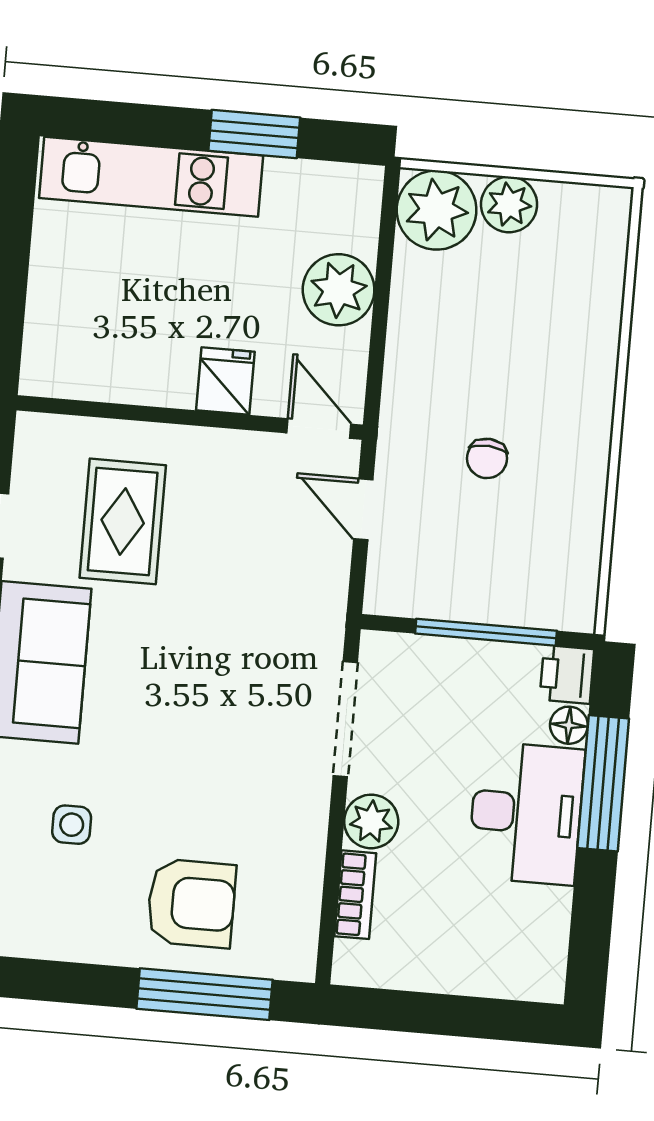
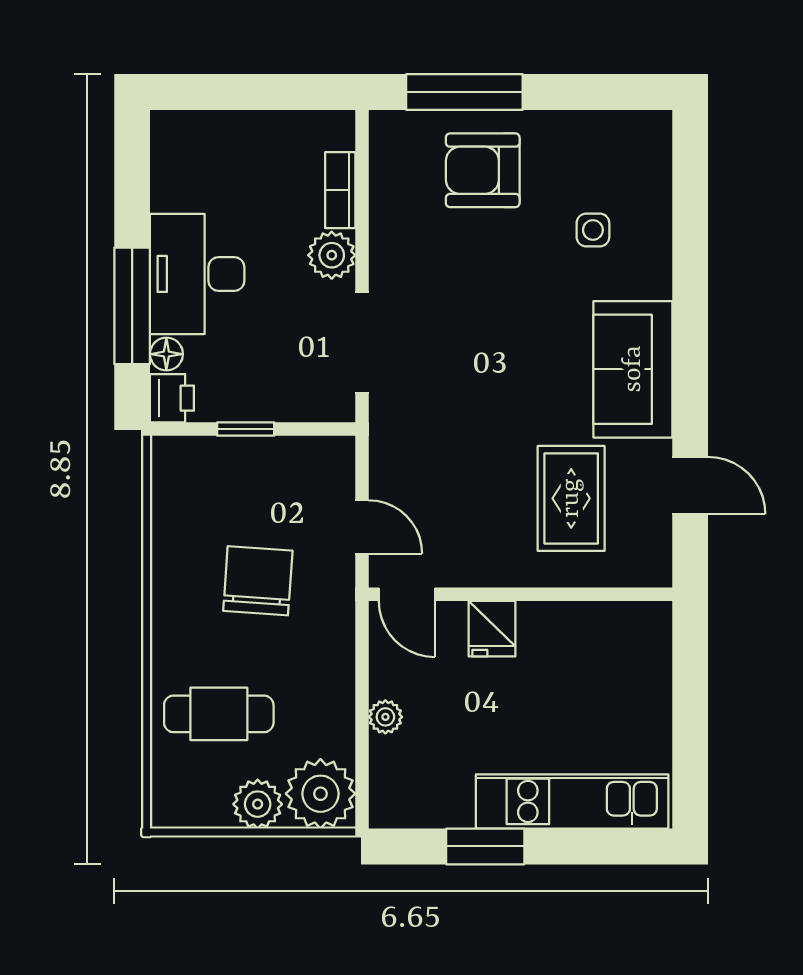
plant: (339, 290) -> (385, 717), width x0.53, depth x0.53
cafe table: (544, 311) -> (219, 714), added
chair: (487, 458) -> (258, 581), width x1.87, depth x1.87
window: (486, 632) -> (246, 429), width x0.46

